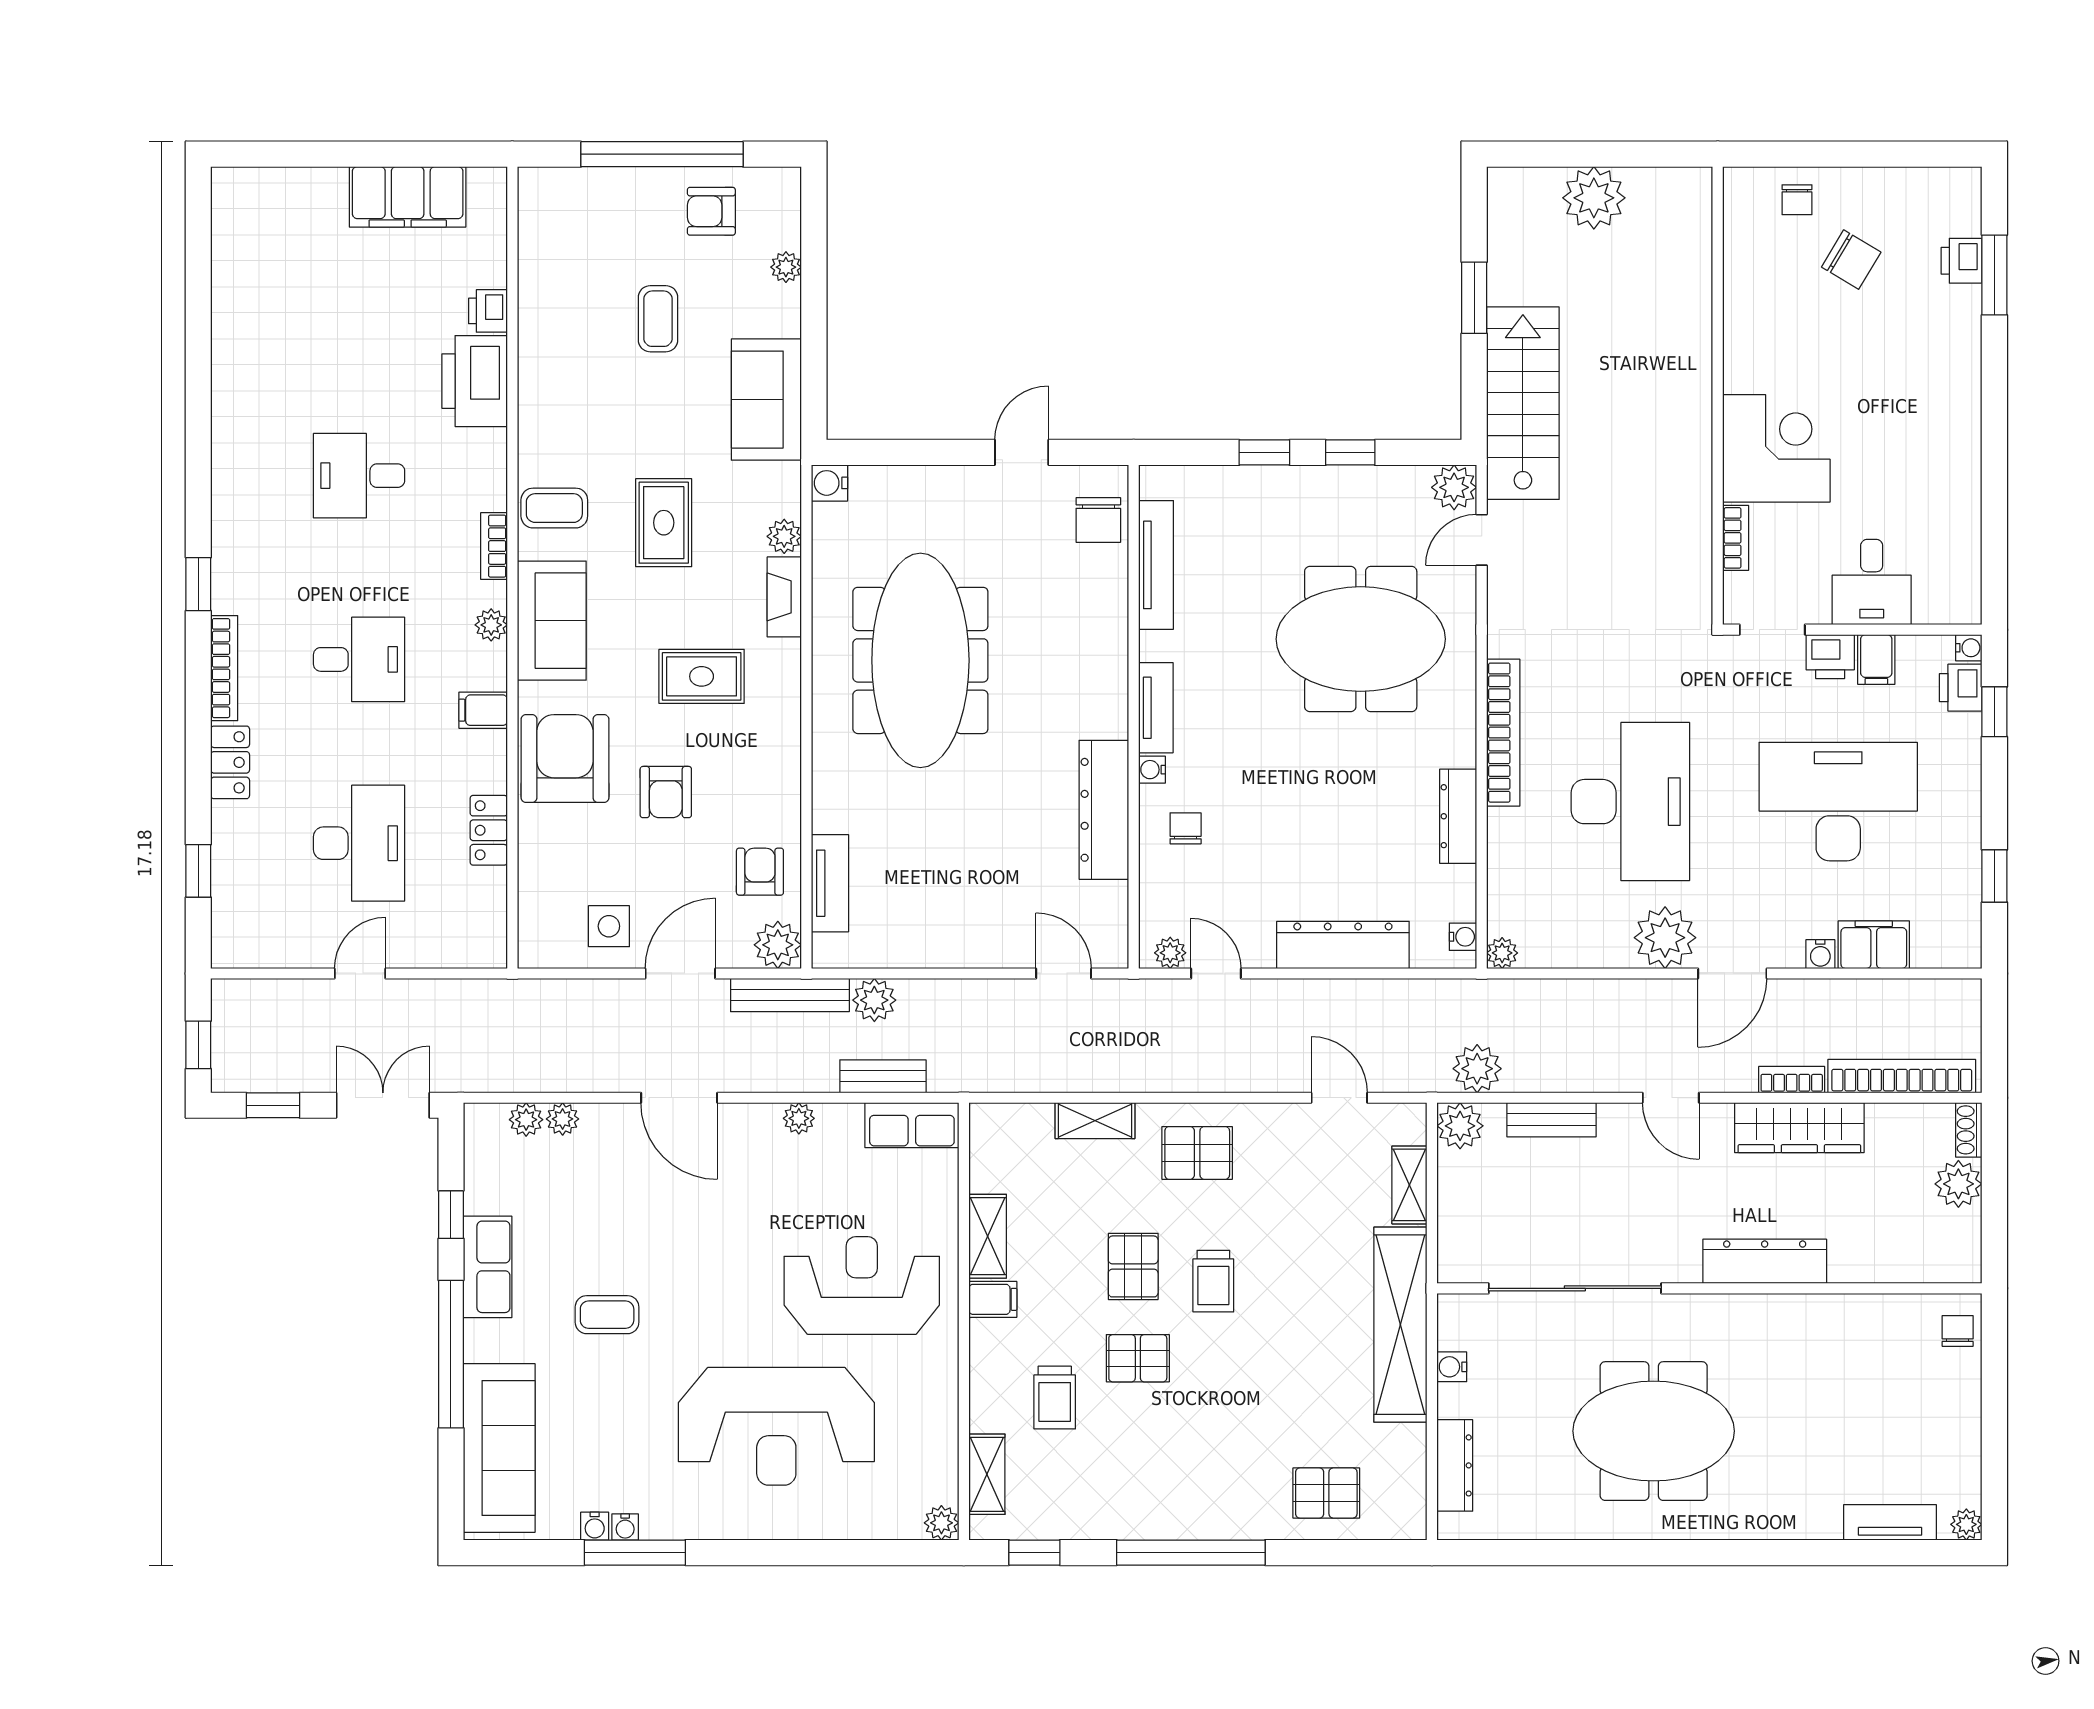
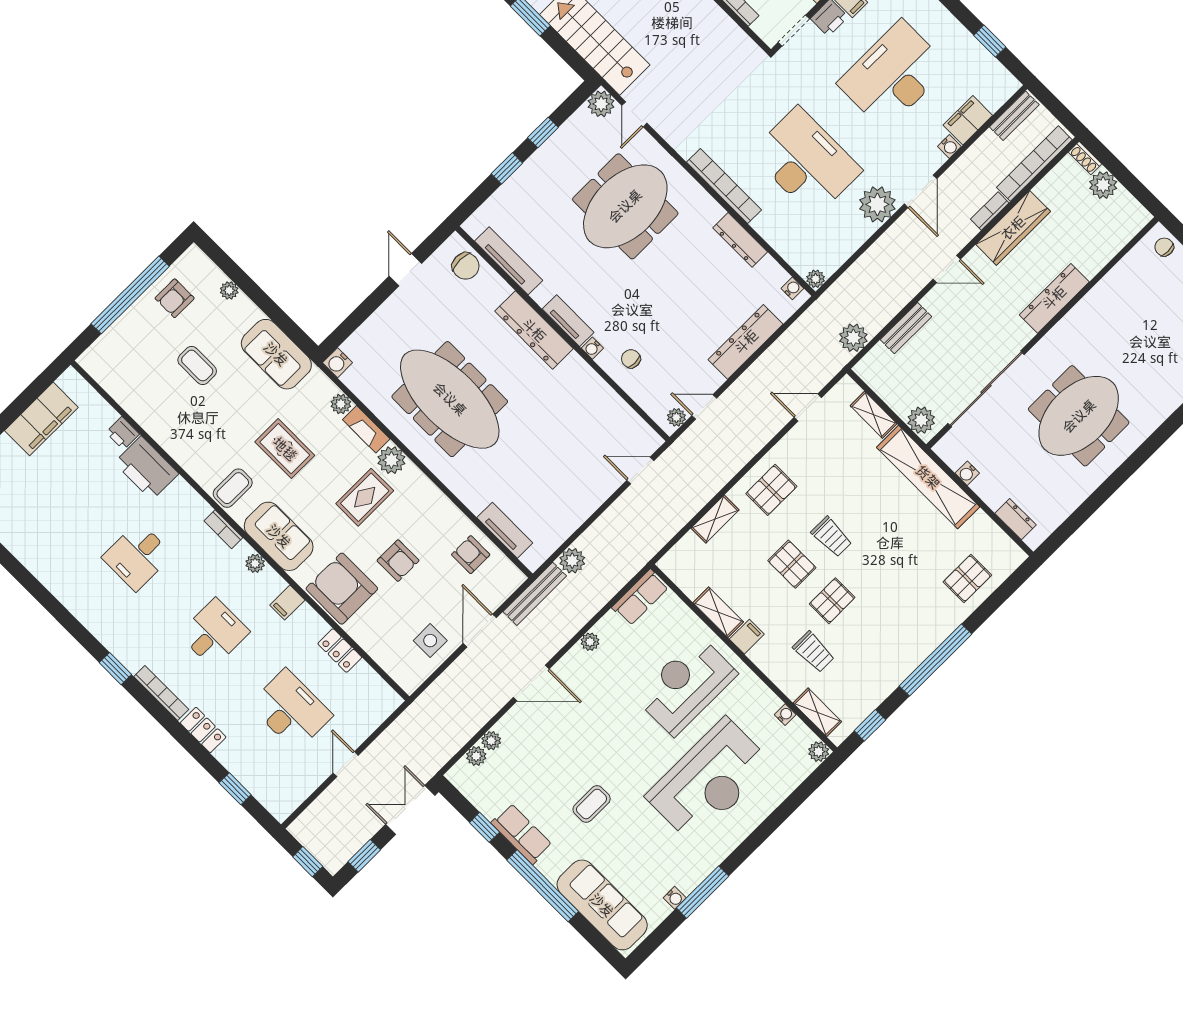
dresser: (1104, 810) -> (534, 330), moved
plant: (778, 945) -> (391, 460), moved
bench: (883, 1076) -> (1014, 116), moved
plant: (1460, 1126) -> (921, 420), moved
dresser: (1455, 1465) -> (1015, 519), width x0.70
water cooler: (625, 1527) -> (785, 715), moved, turned -90

